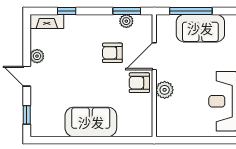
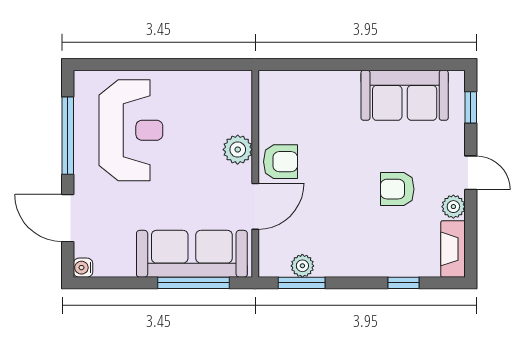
fireplace: (47, 21) -> (453, 249), moved, turned -90
sofa: (200, 28) -> (192, 254), width x1.36
armchair: (112, 53) -> (397, 189), moved, turned 180
sofa: (91, 122) -> (405, 95), moved

